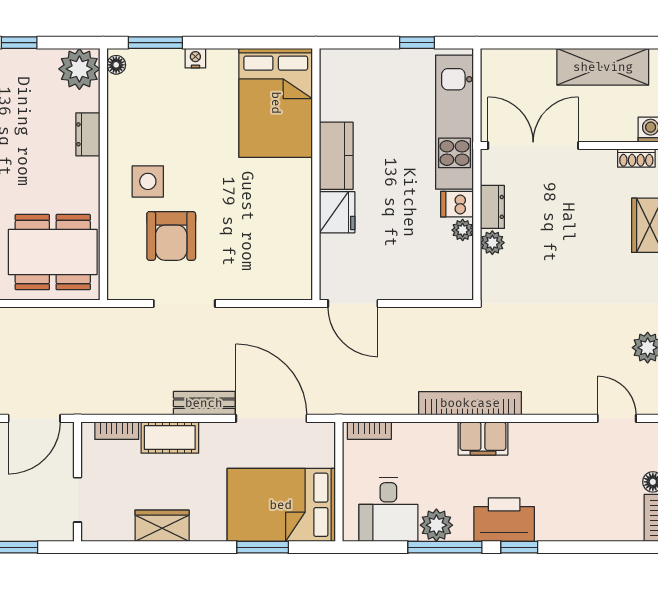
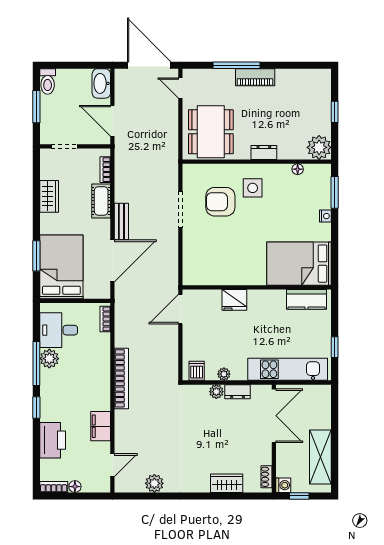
floor lamp: (116, 65) -> (298, 169), moved
dresser: (88, 134) -> (264, 152), moved
kitchen counter: (336, 156) -> (306, 299), moved
dishwasher: (457, 204) -> (197, 371), moved
filing cabinet: (483, 438) -> (101, 426), moved
printer: (504, 520) -> (53, 440), moved

